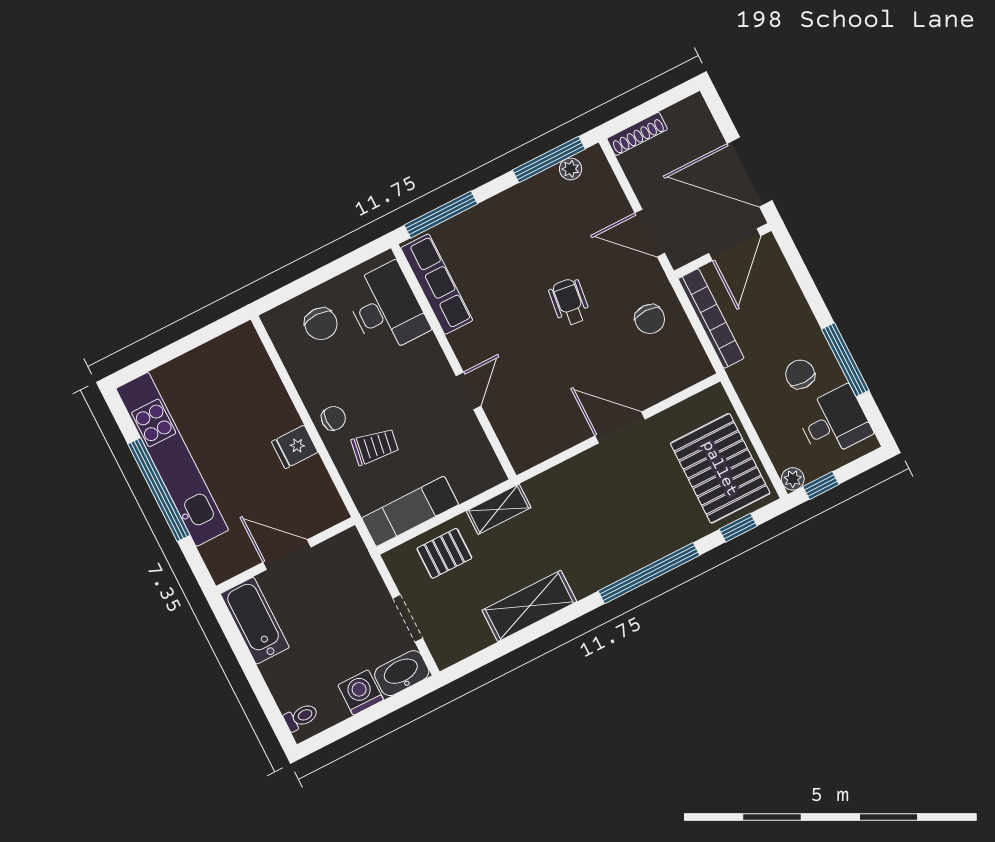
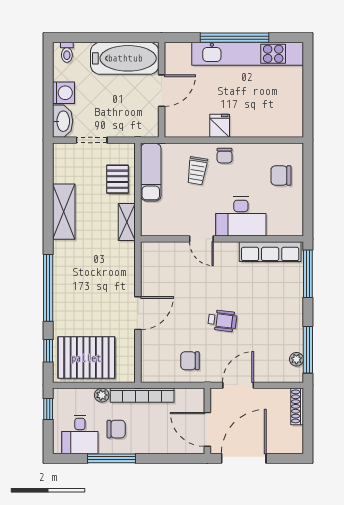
desk: (386, 308) -> (241, 217), moved
bookcase: (711, 318) -> (142, 395), moved
plant: (793, 479) -> (102, 395), moved
bathtub: (255, 621) -> (125, 58), width x1.36, depth x1.36

